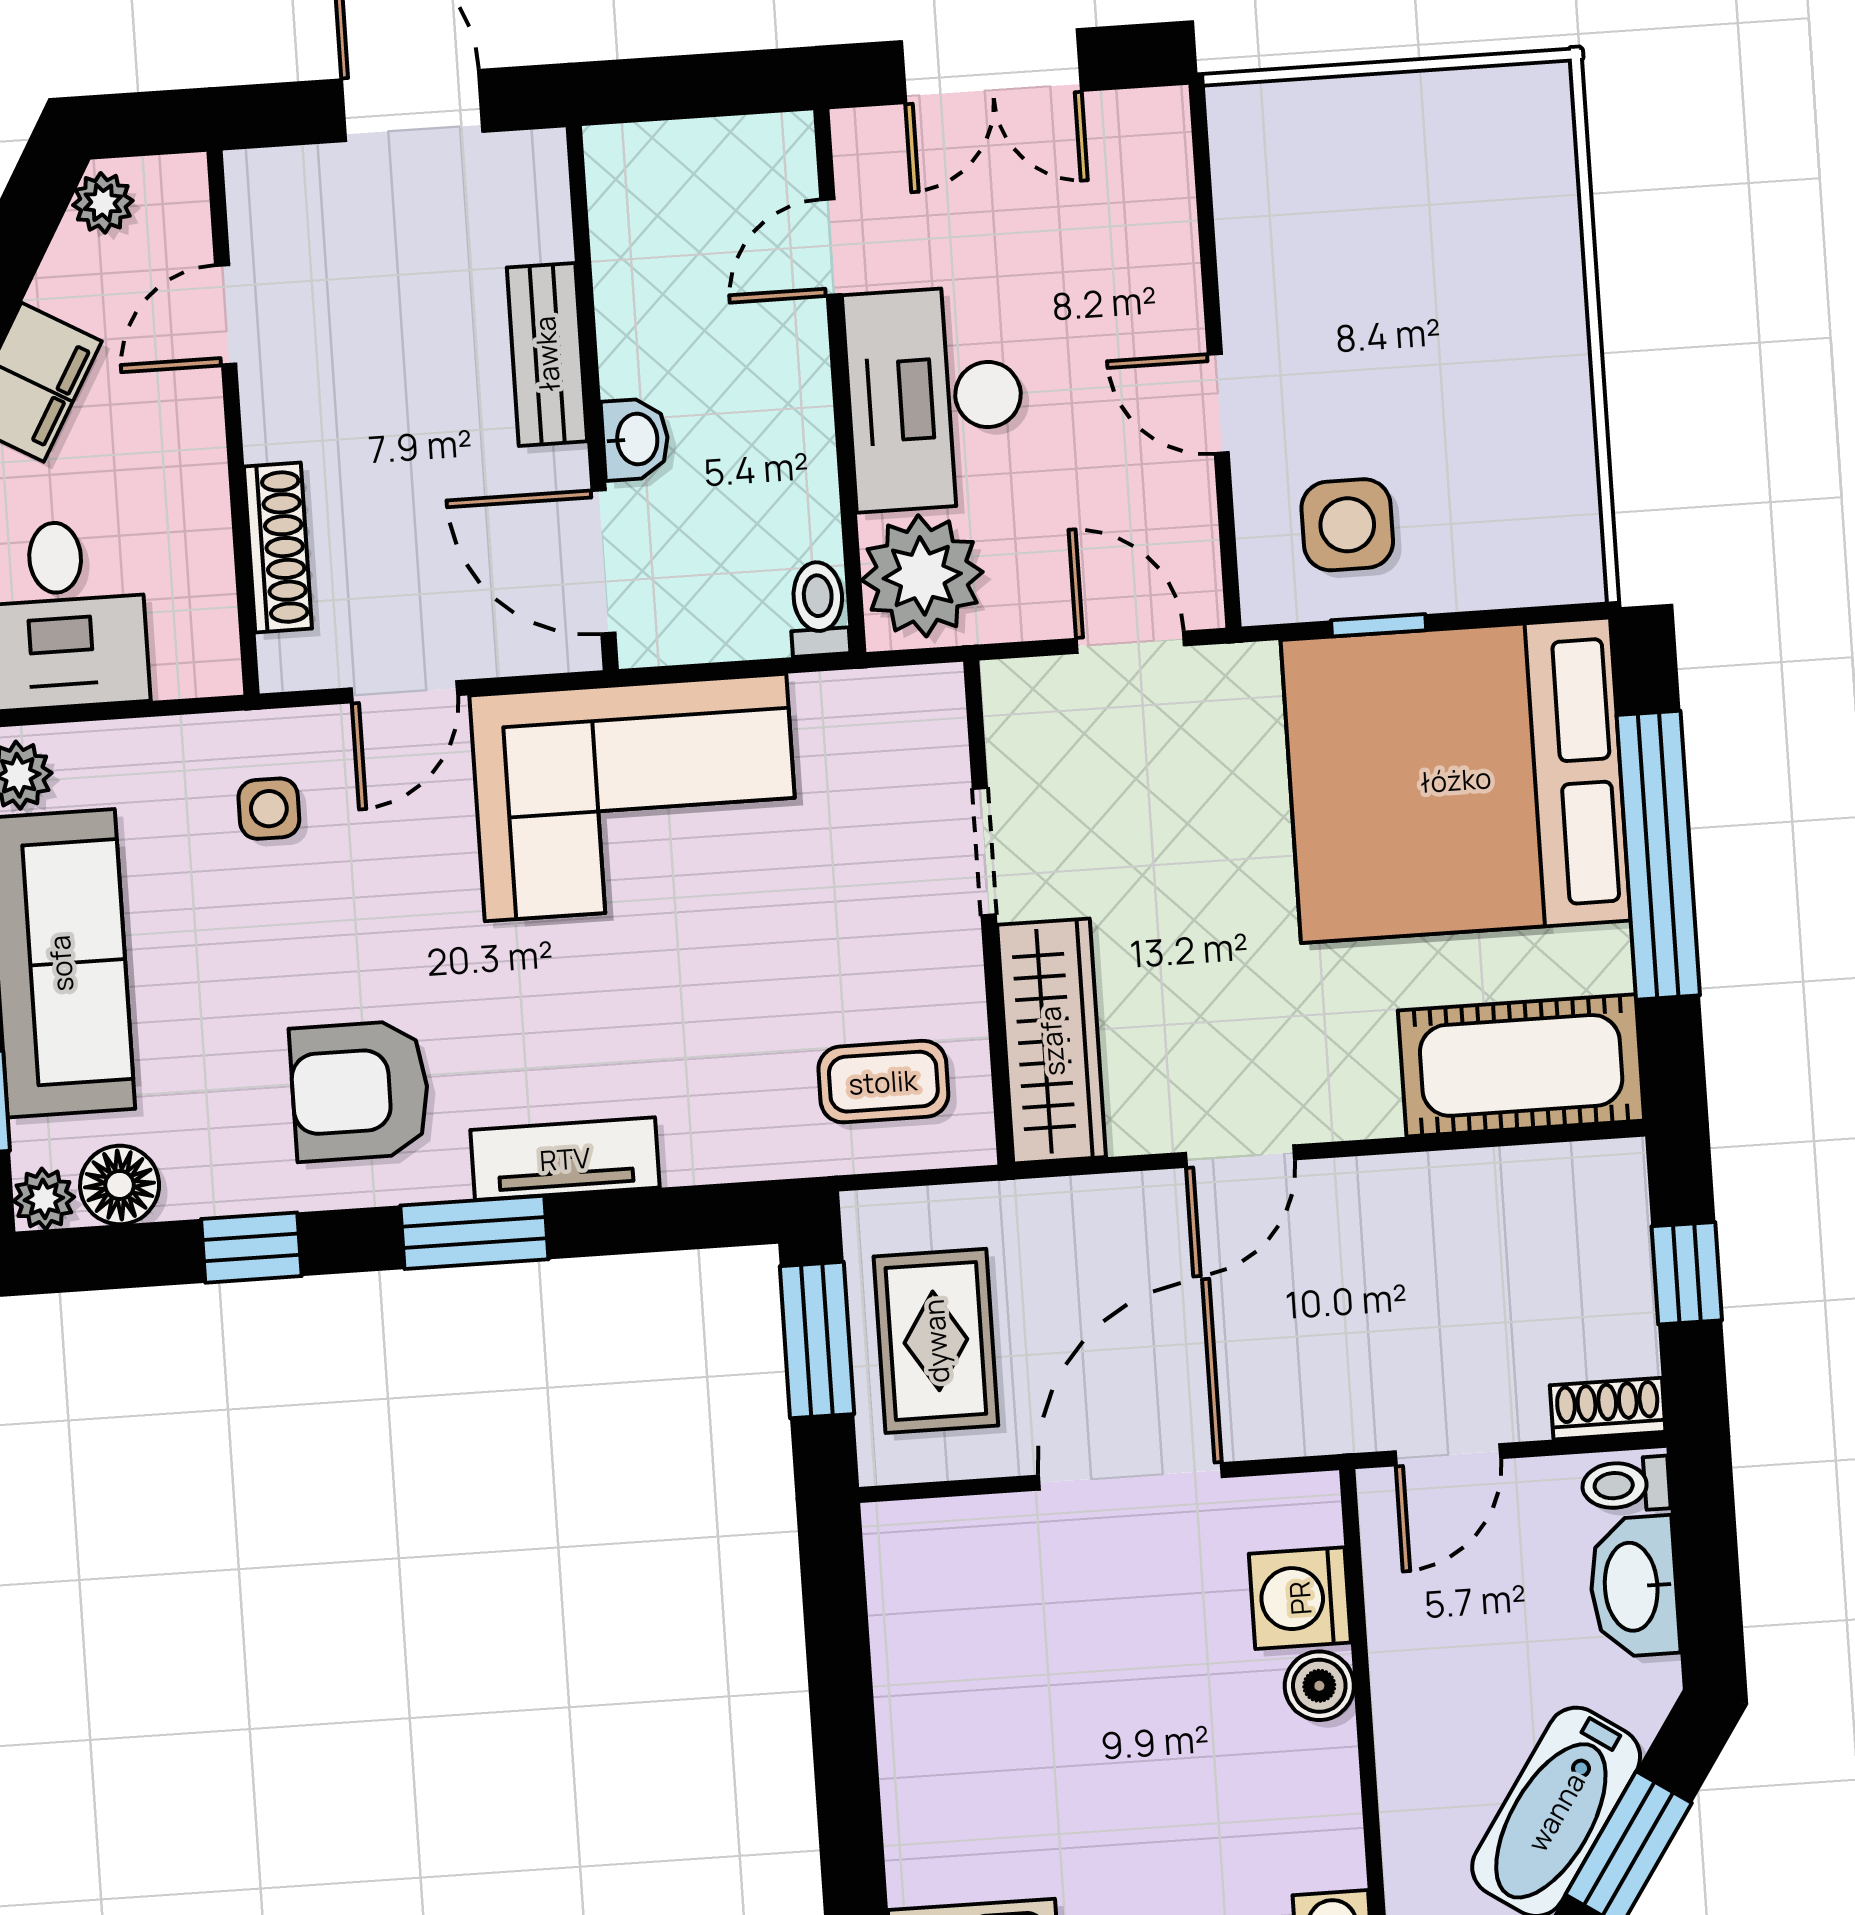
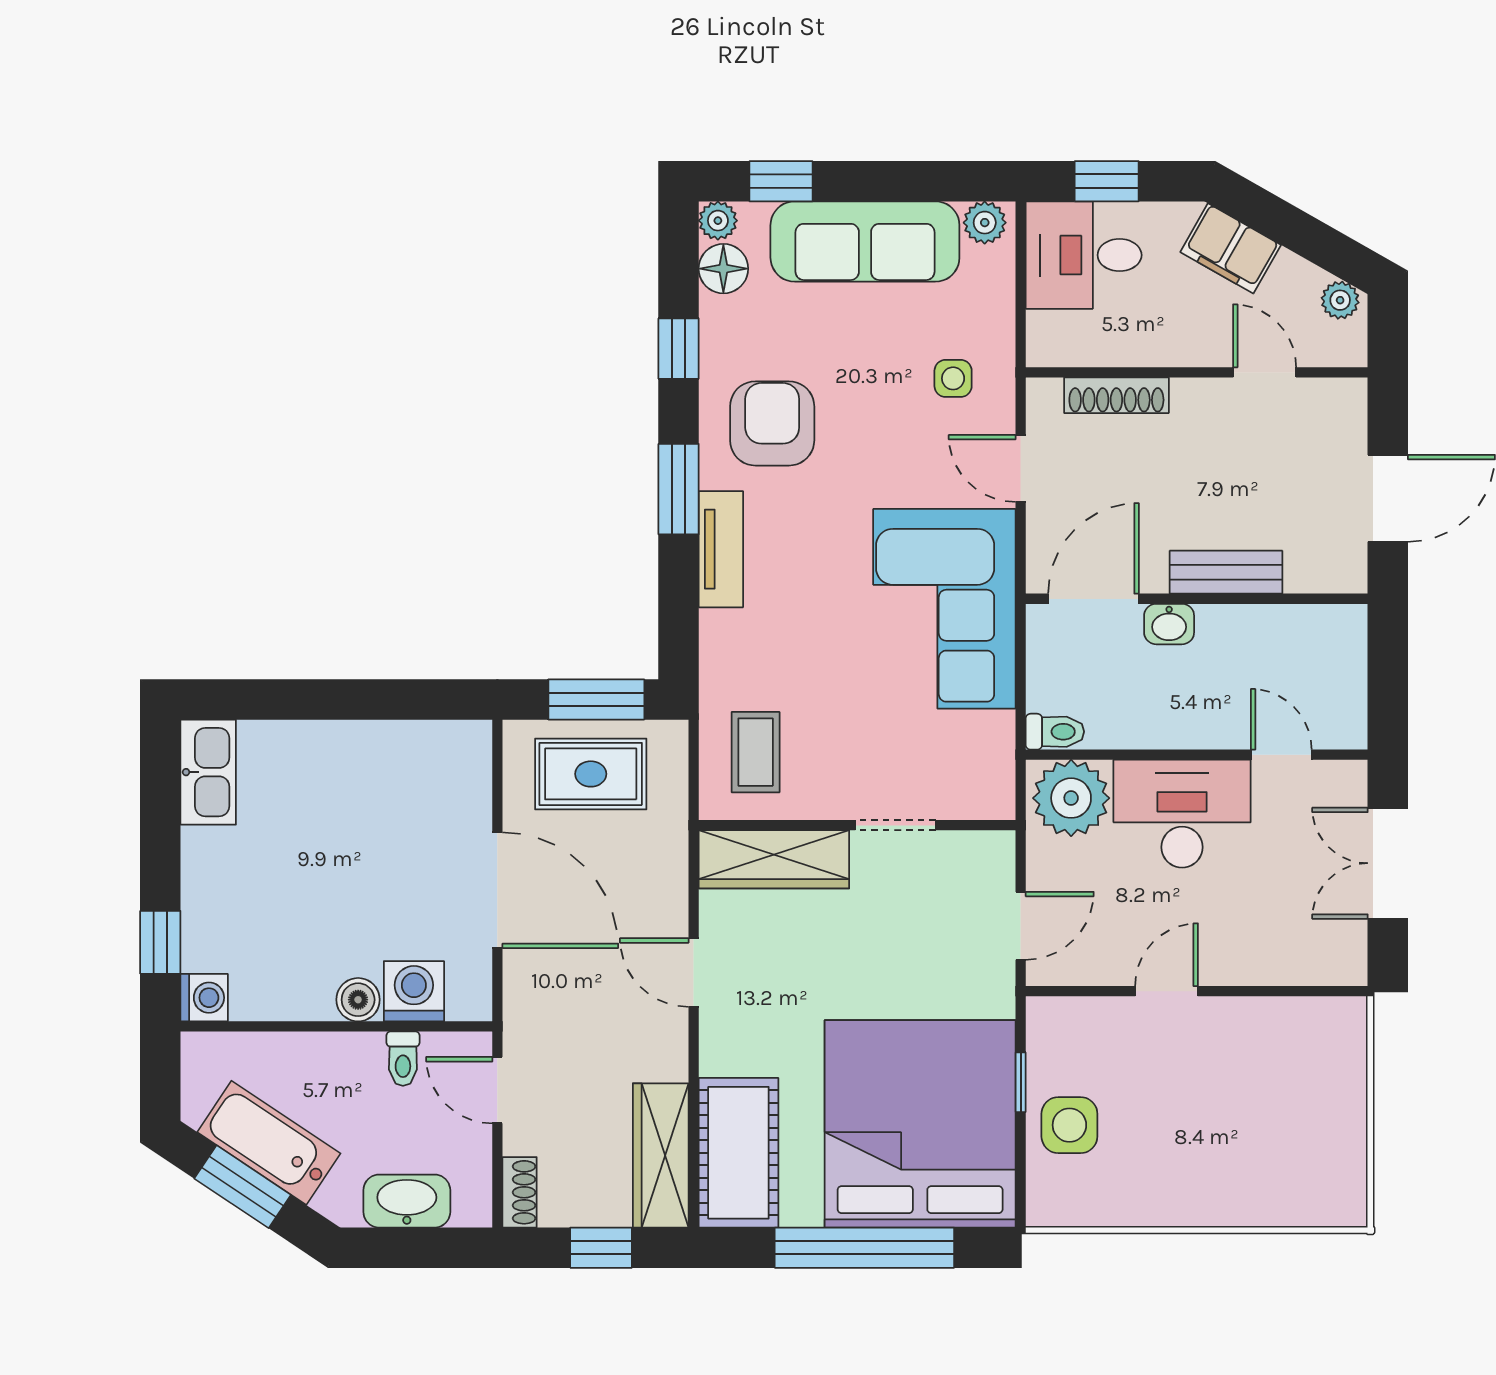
side table: (1347, 525) -> (1069, 1125), moved
wardrobe: (1534, 1189) -> (661, 1155), added
toilet: (1626, 1485) -> (403, 1059), moved, turned 180

